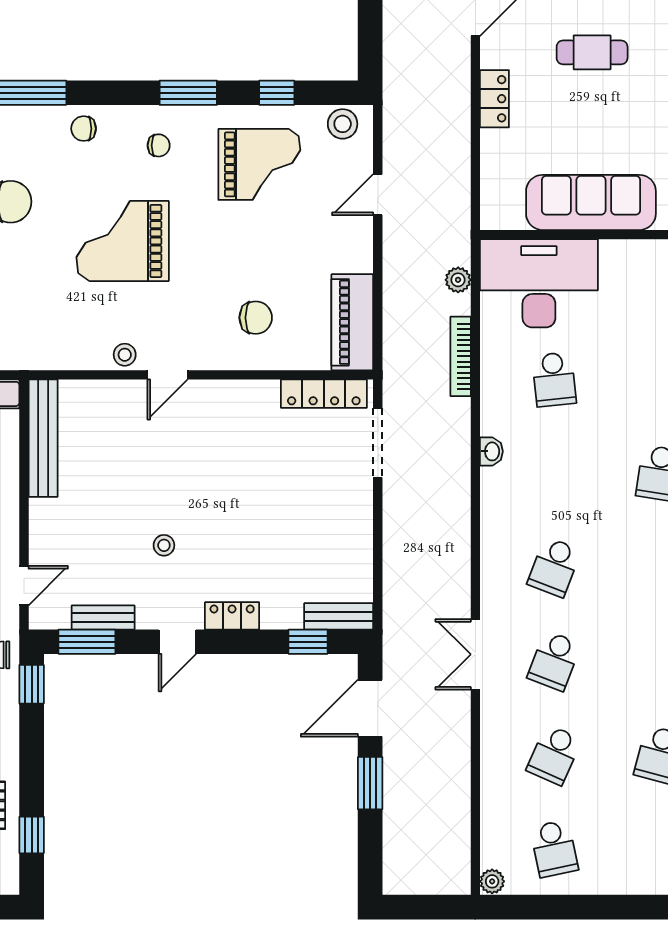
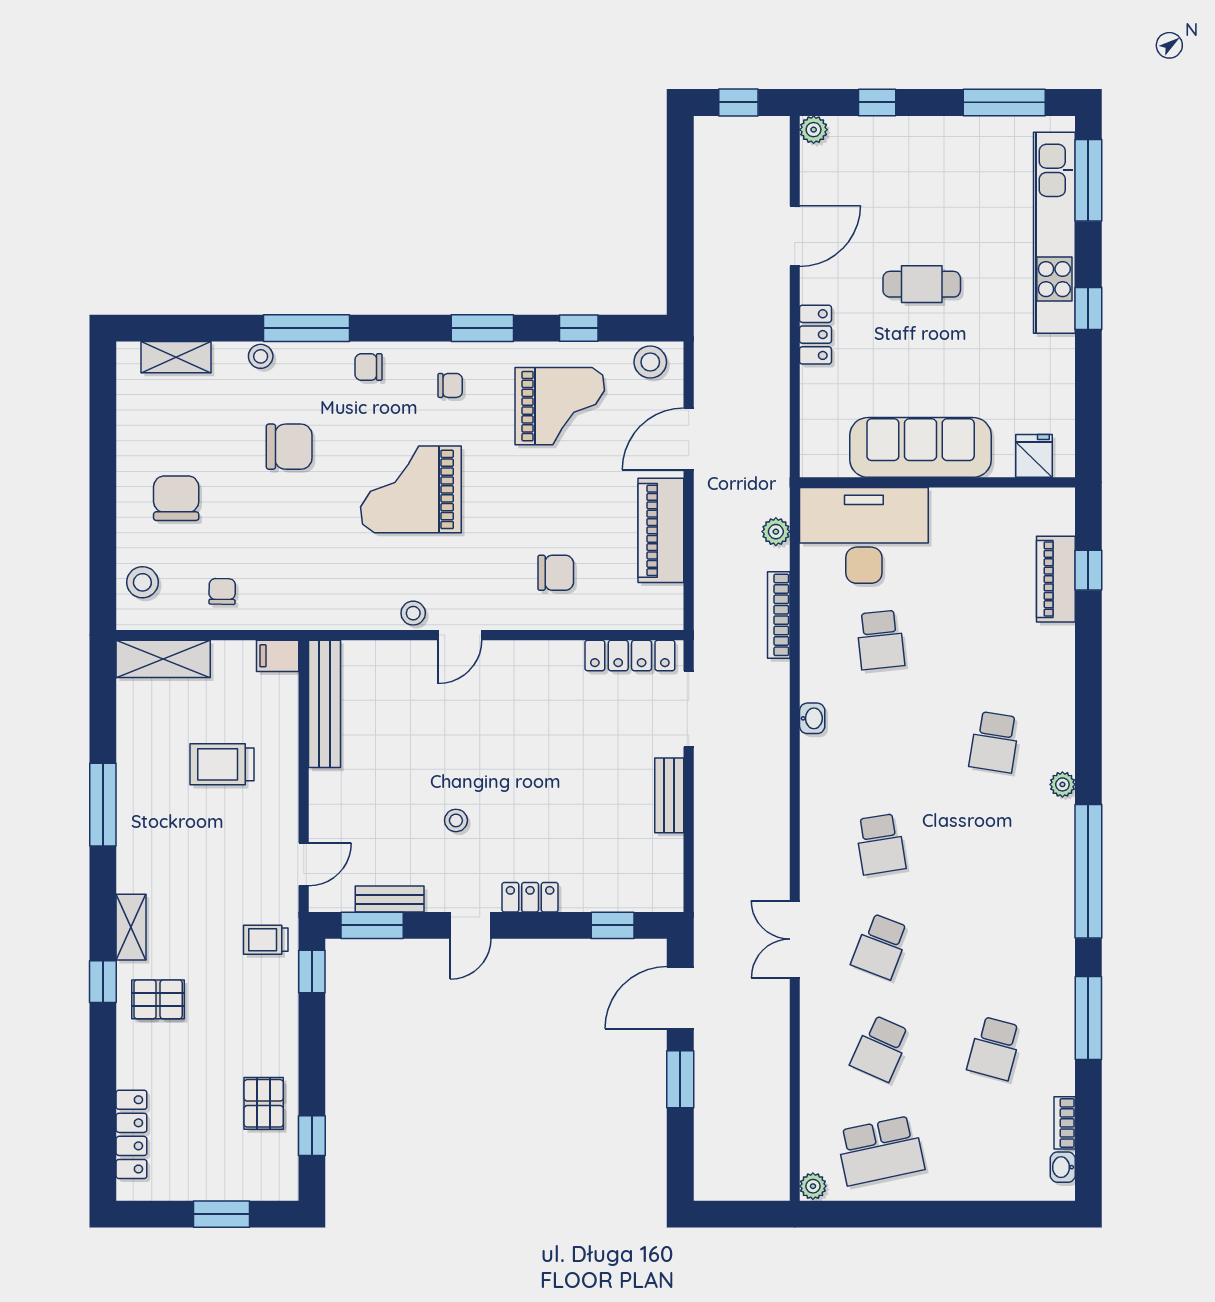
door: (378, 195) -> (689, 439), width x1.38
piano: (352, 322) -> (661, 530), moved
school desk: (554, 567) -> (880, 844), turned -30
bench: (339, 616) -> (669, 795), moved, turned 90
school desk: (554, 849) -> (880, 1150), width x1.85

